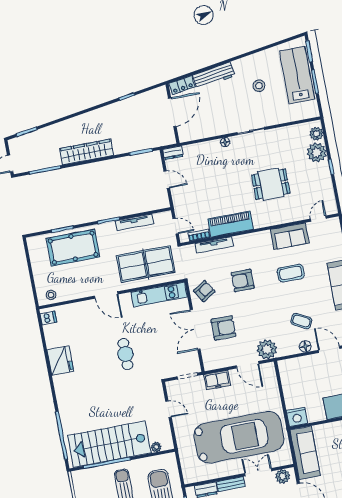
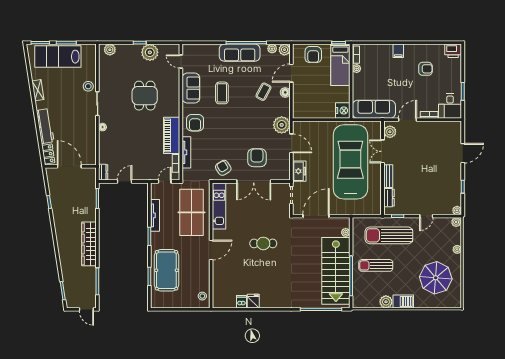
shelving: (254, 59) -> (38, 90), added
stool: (259, 86) -> (88, 86), moved
plant: (317, 152) -> (150, 52), moved
armchair: (243, 280) -> (195, 123), moved
dishwasher: (48, 318) -> (242, 302), moved
fridge: (60, 361) -> (253, 301), width x0.53, depth x0.75
door: (248, 365) -> (291, 143), hinge flipped
door: (169, 409) -> (316, 216), width x1.87

